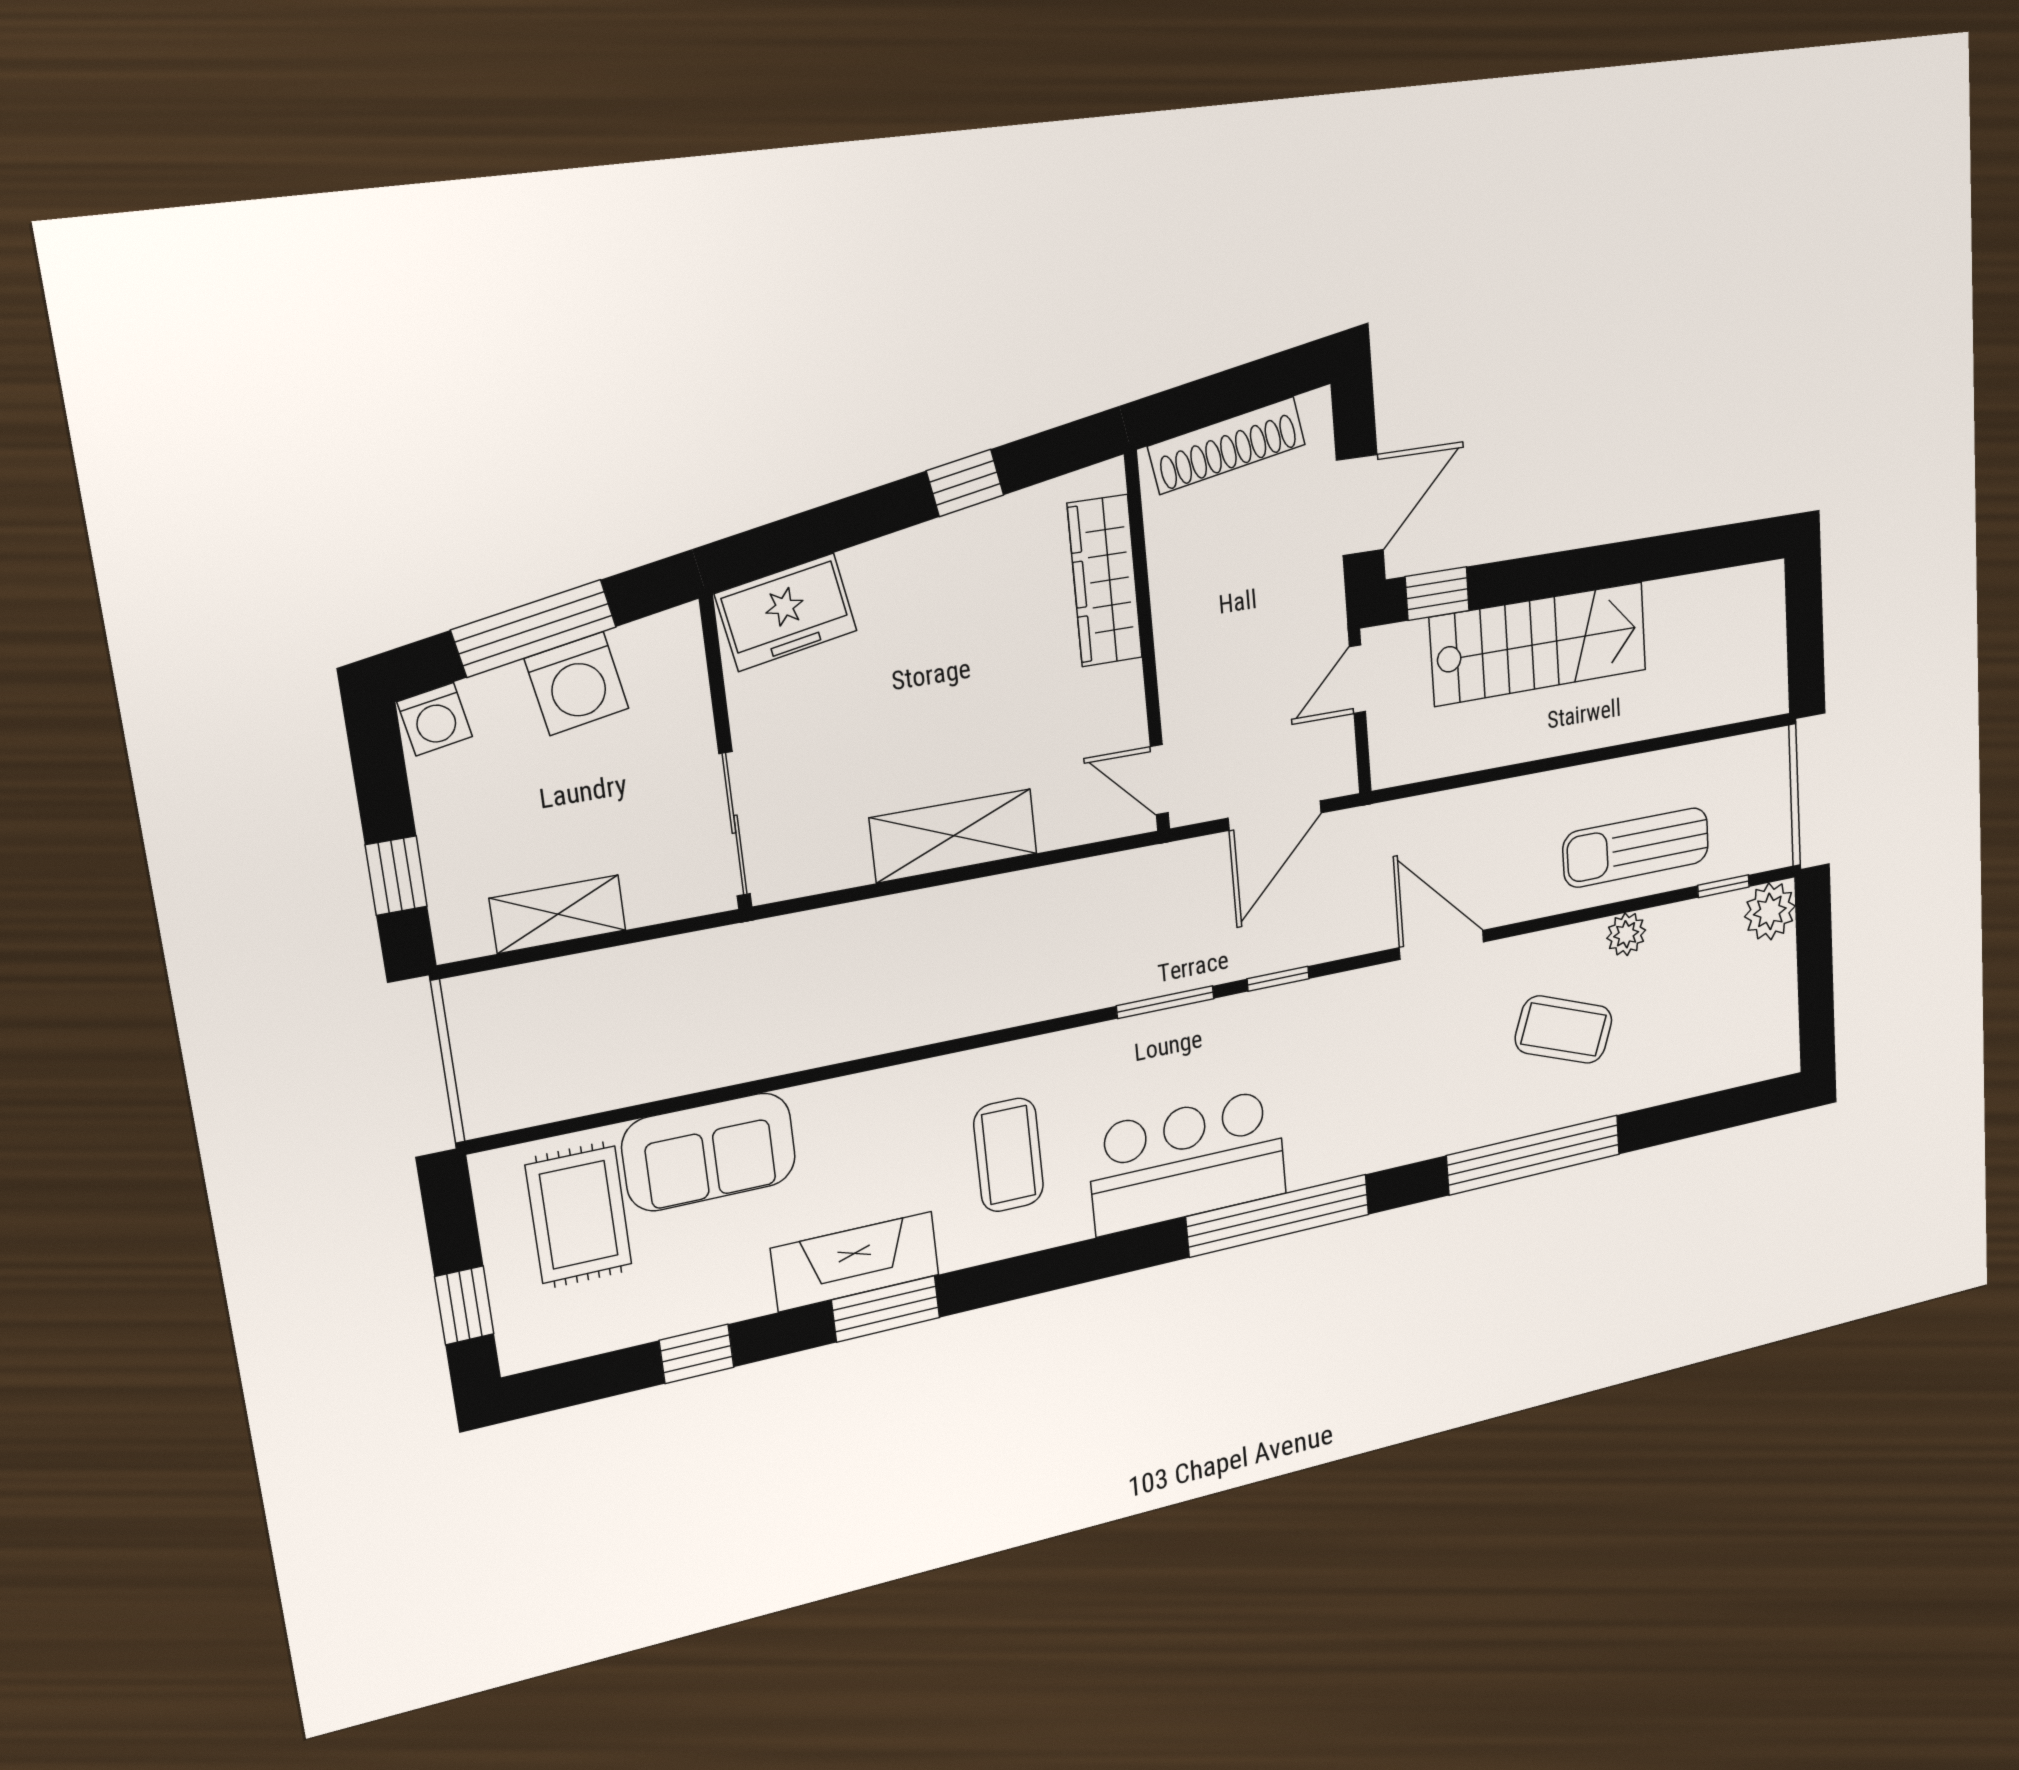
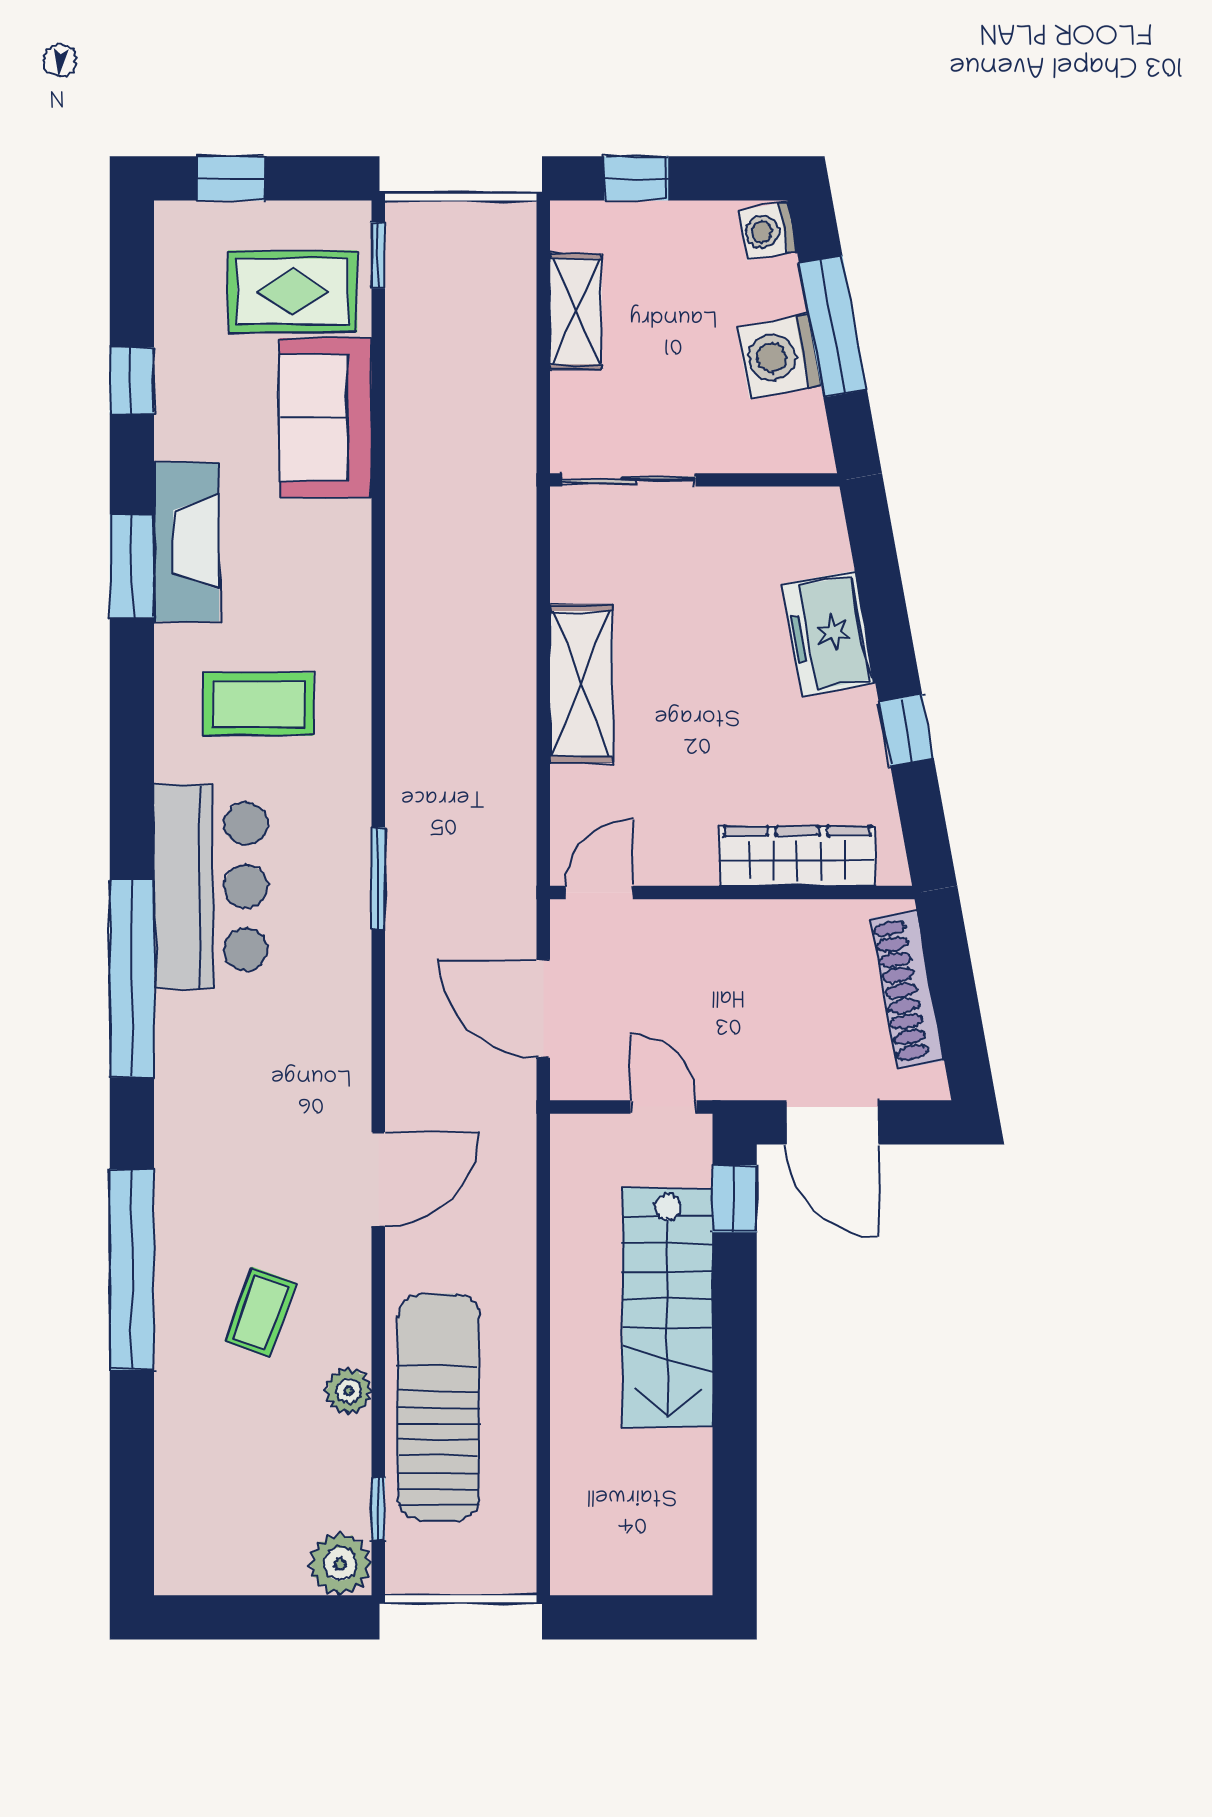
freezer: (786, 612) -> (829, 634), moved
sun lounger: (1636, 847) -> (439, 1407), width x1.36, depth x1.34
window: (1278, 979) -> (378, 255), moved
coffee table: (1564, 1030) -> (261, 1312), width x0.73, depth x0.77

